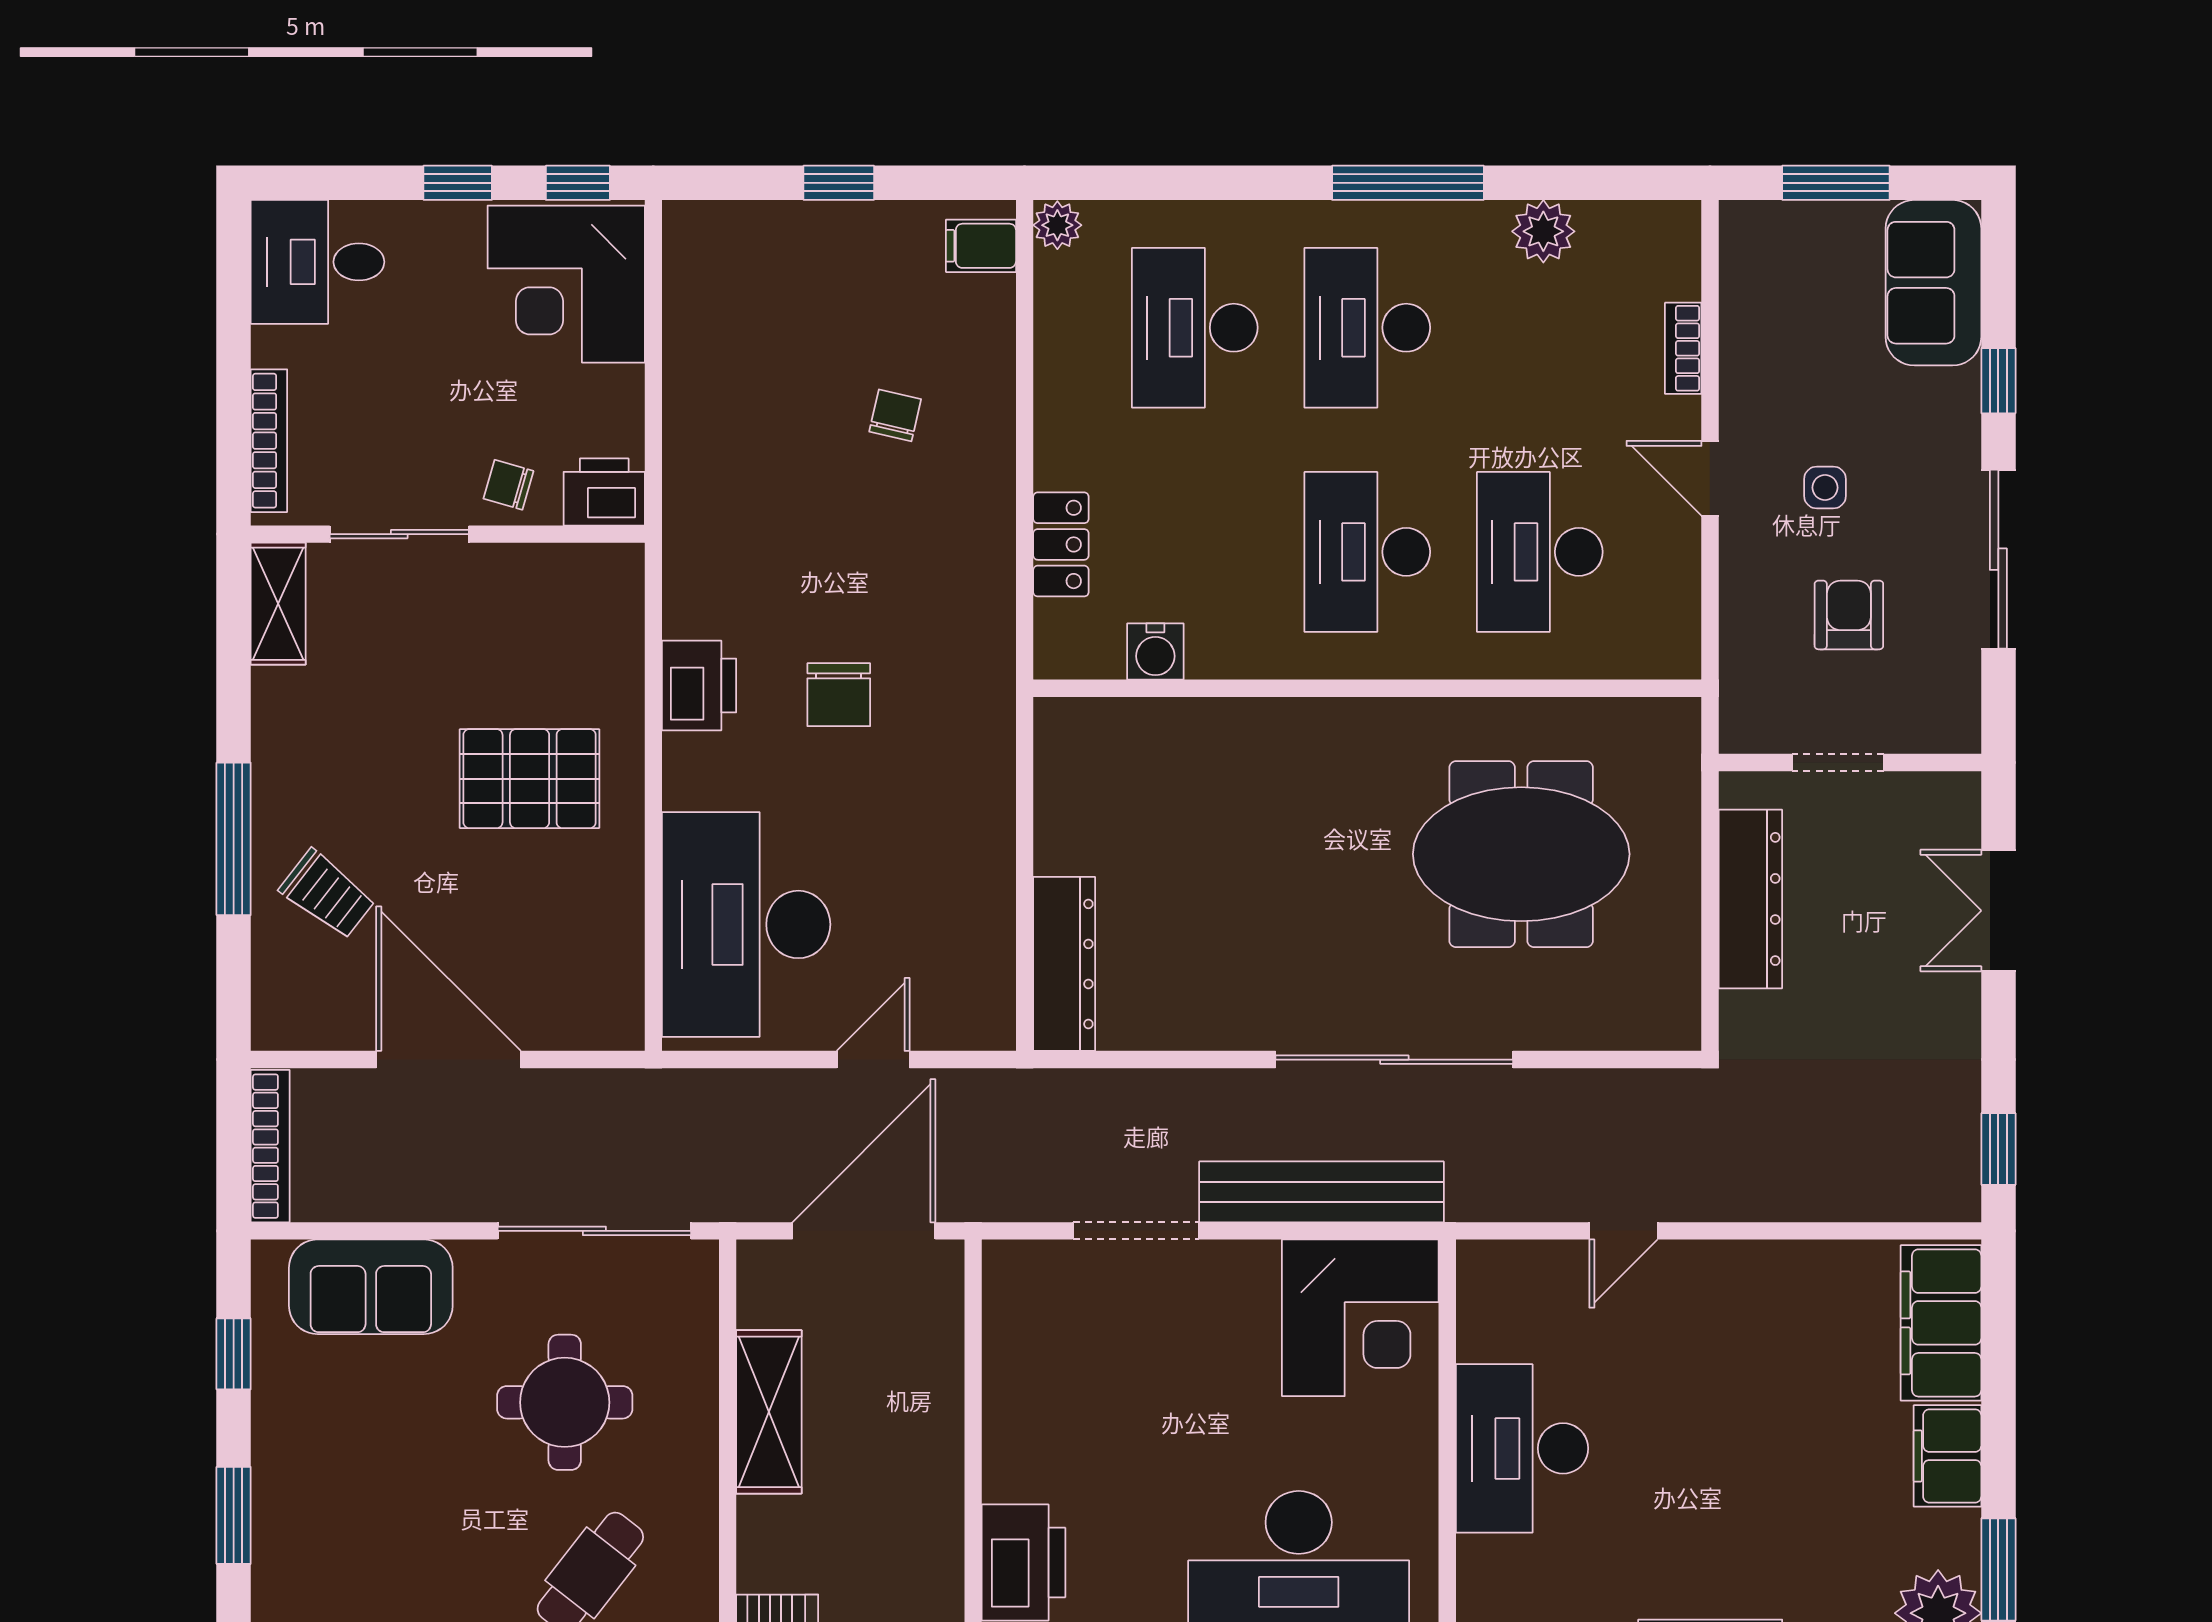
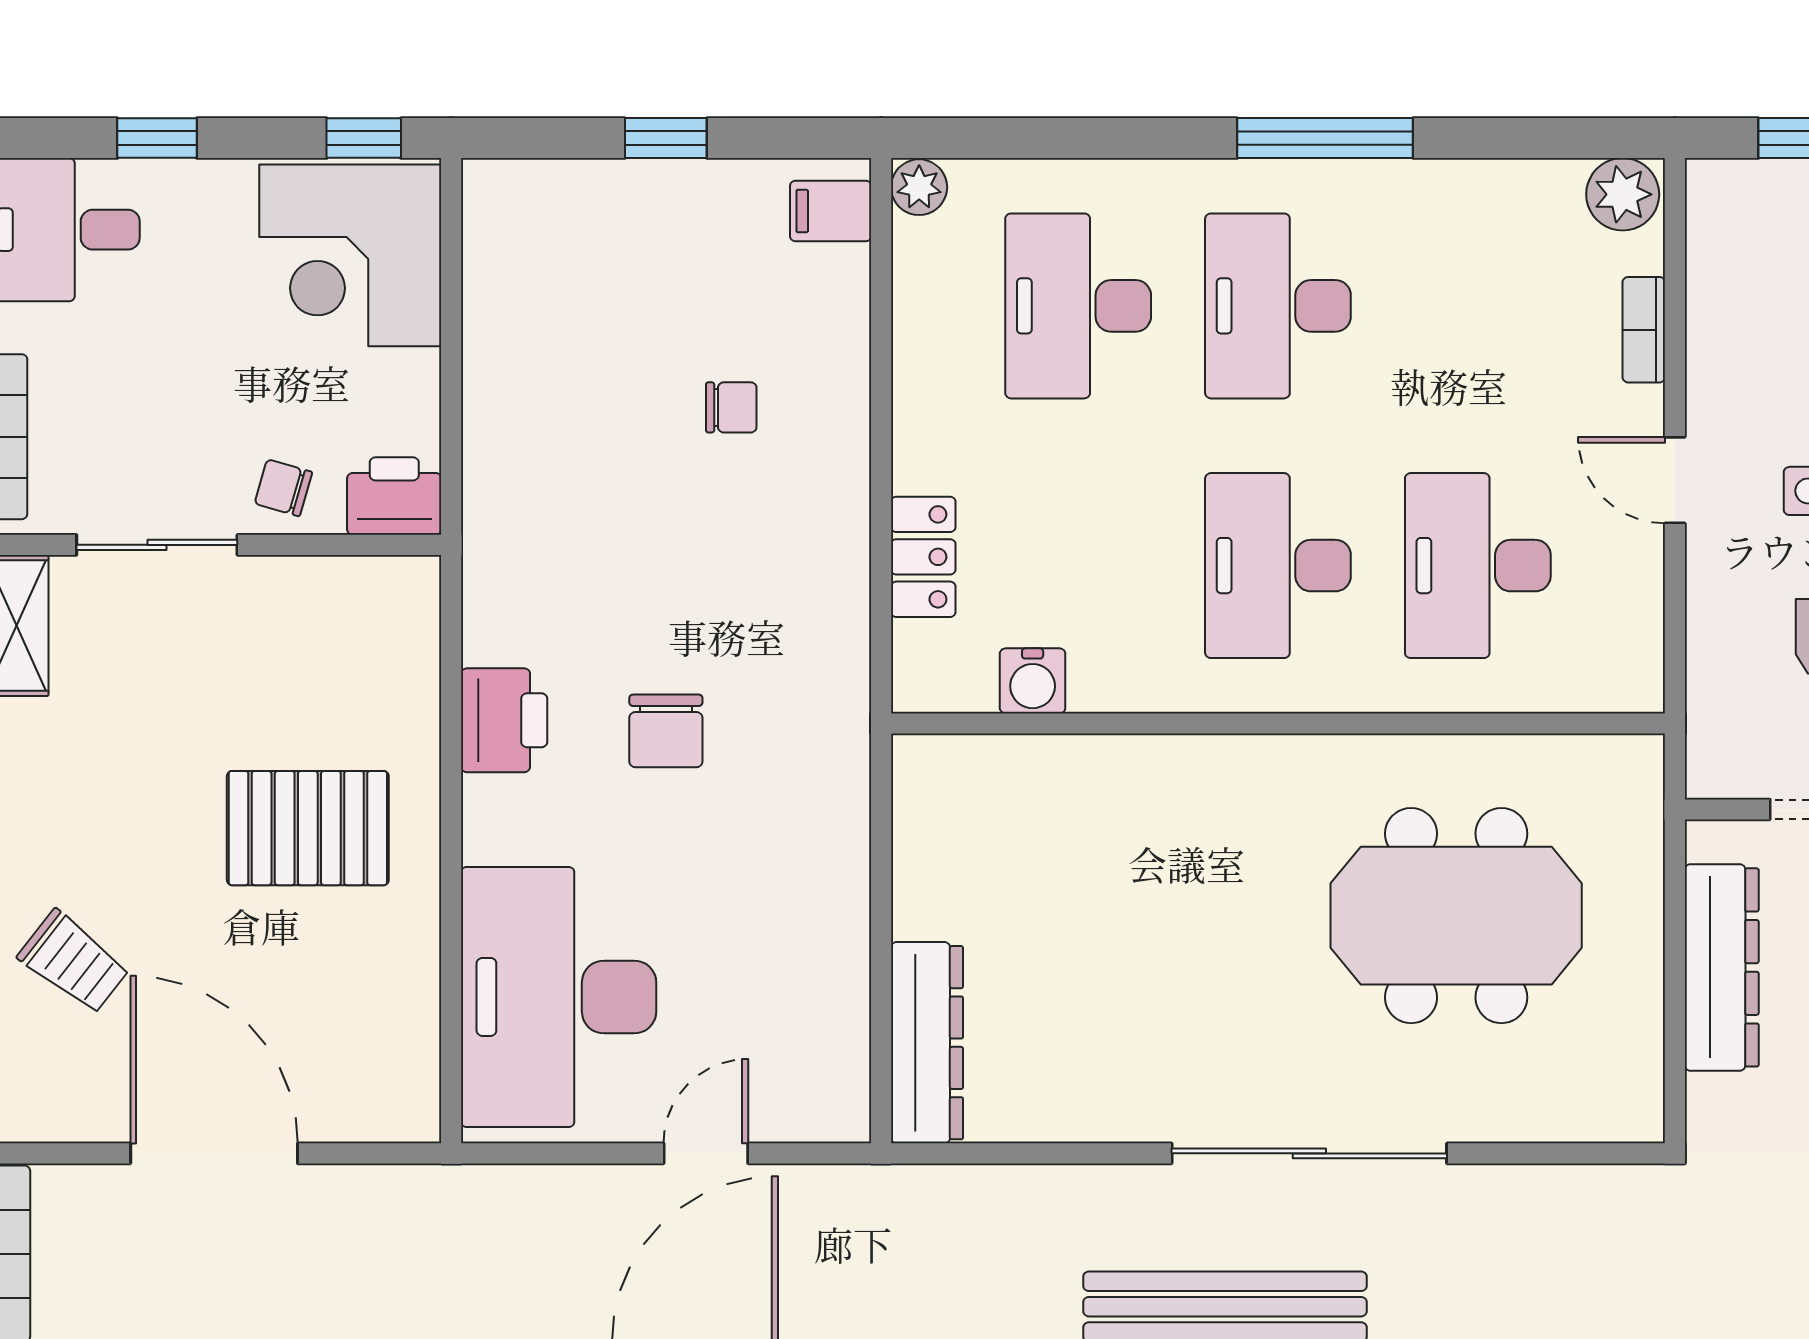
window: (458, 183) -> (157, 138), moved
plant: (1543, 231) -> (1623, 194), moved
chair: (895, 415) -> (731, 407), turned 77

